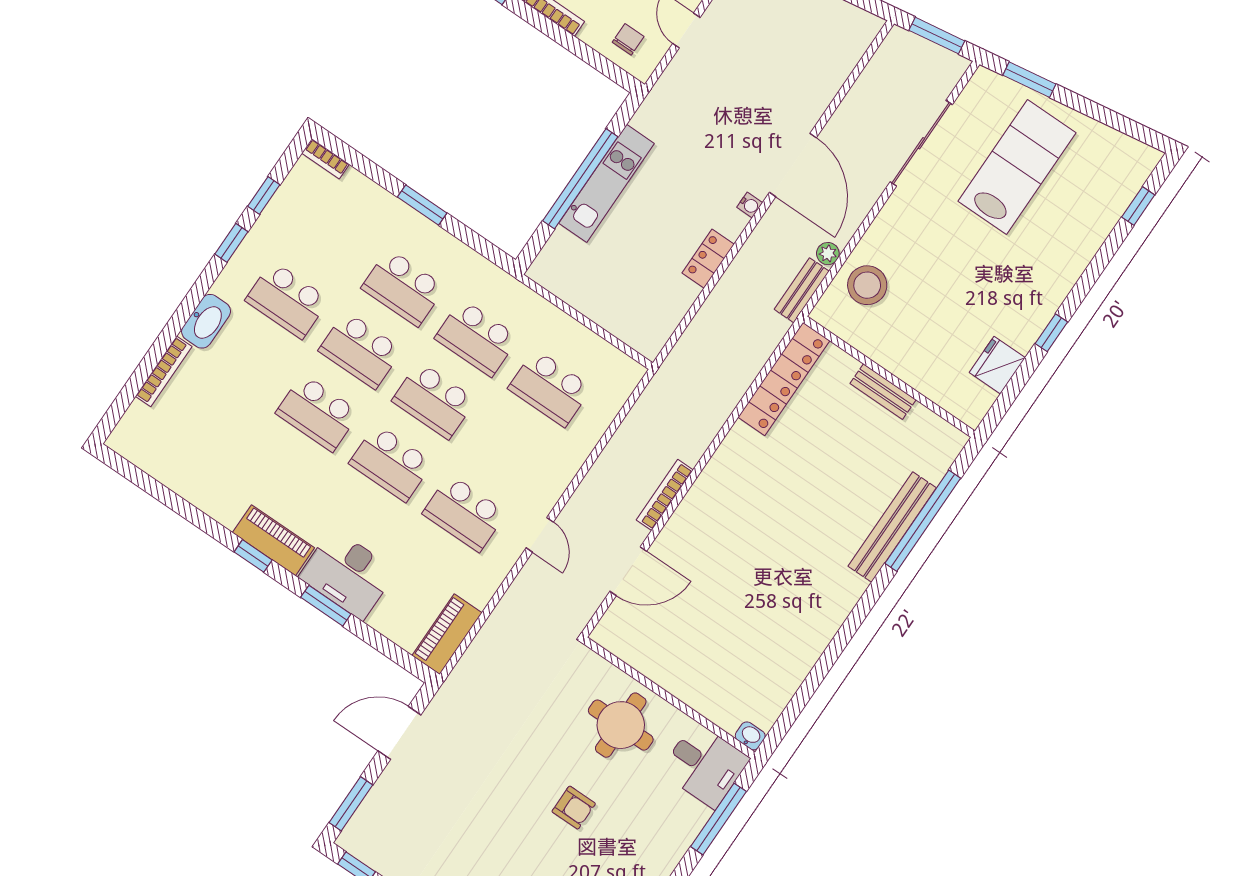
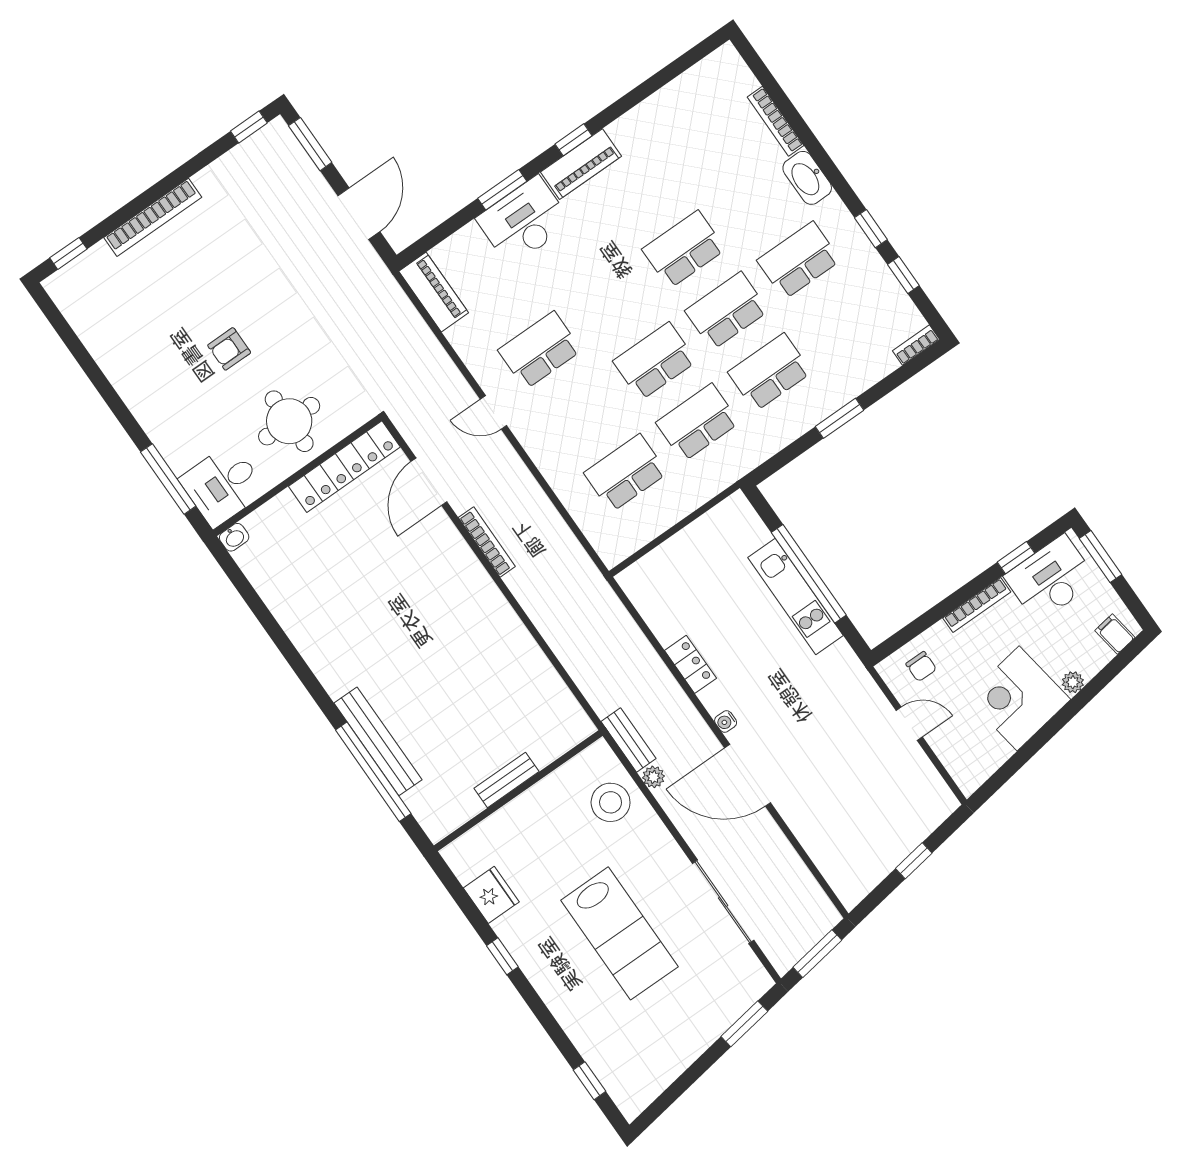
lab bench: (1017, 167) -> (619, 933), moved
locker: (784, 379) -> (344, 467), moved, turned -90
school desk: (391, 463) -> (612, 300), removed

